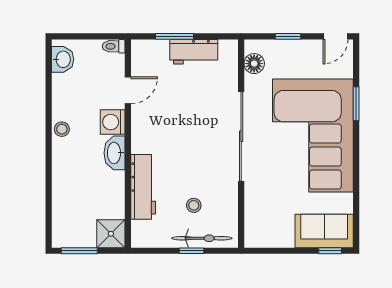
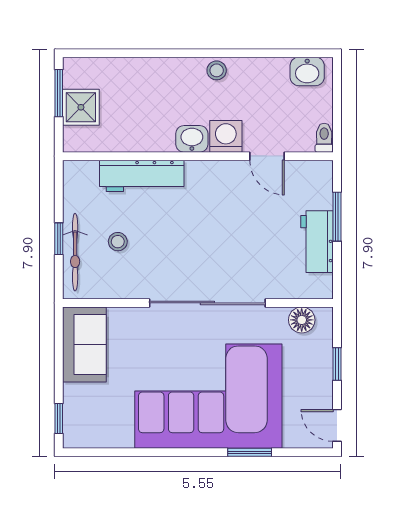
washbasin: (115, 153) -> (192, 139), width x0.72
sofa: (324, 231) -> (84, 344), moved
shower: (111, 234) -> (81, 107), moved

